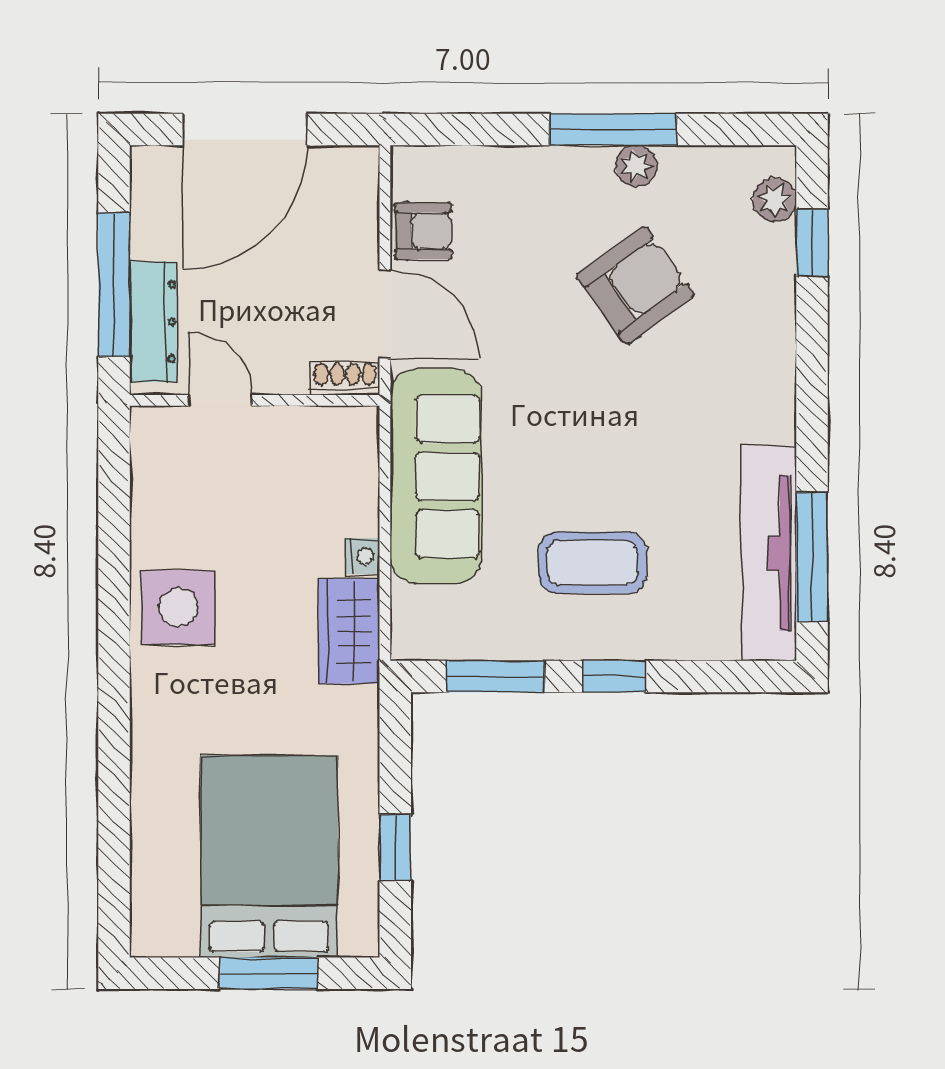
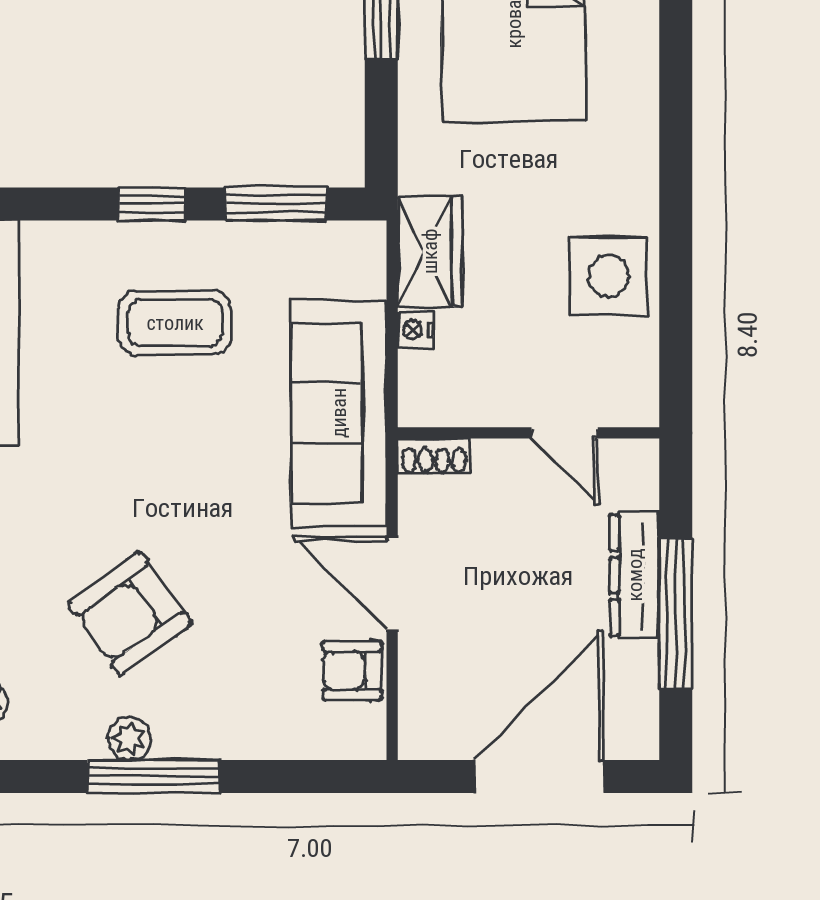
shoe rack: (345, 378) -> (434, 456), moved
door: (220, 400) -> (565, 433), moved
wall: (255, 400) -> (529, 433), moved

